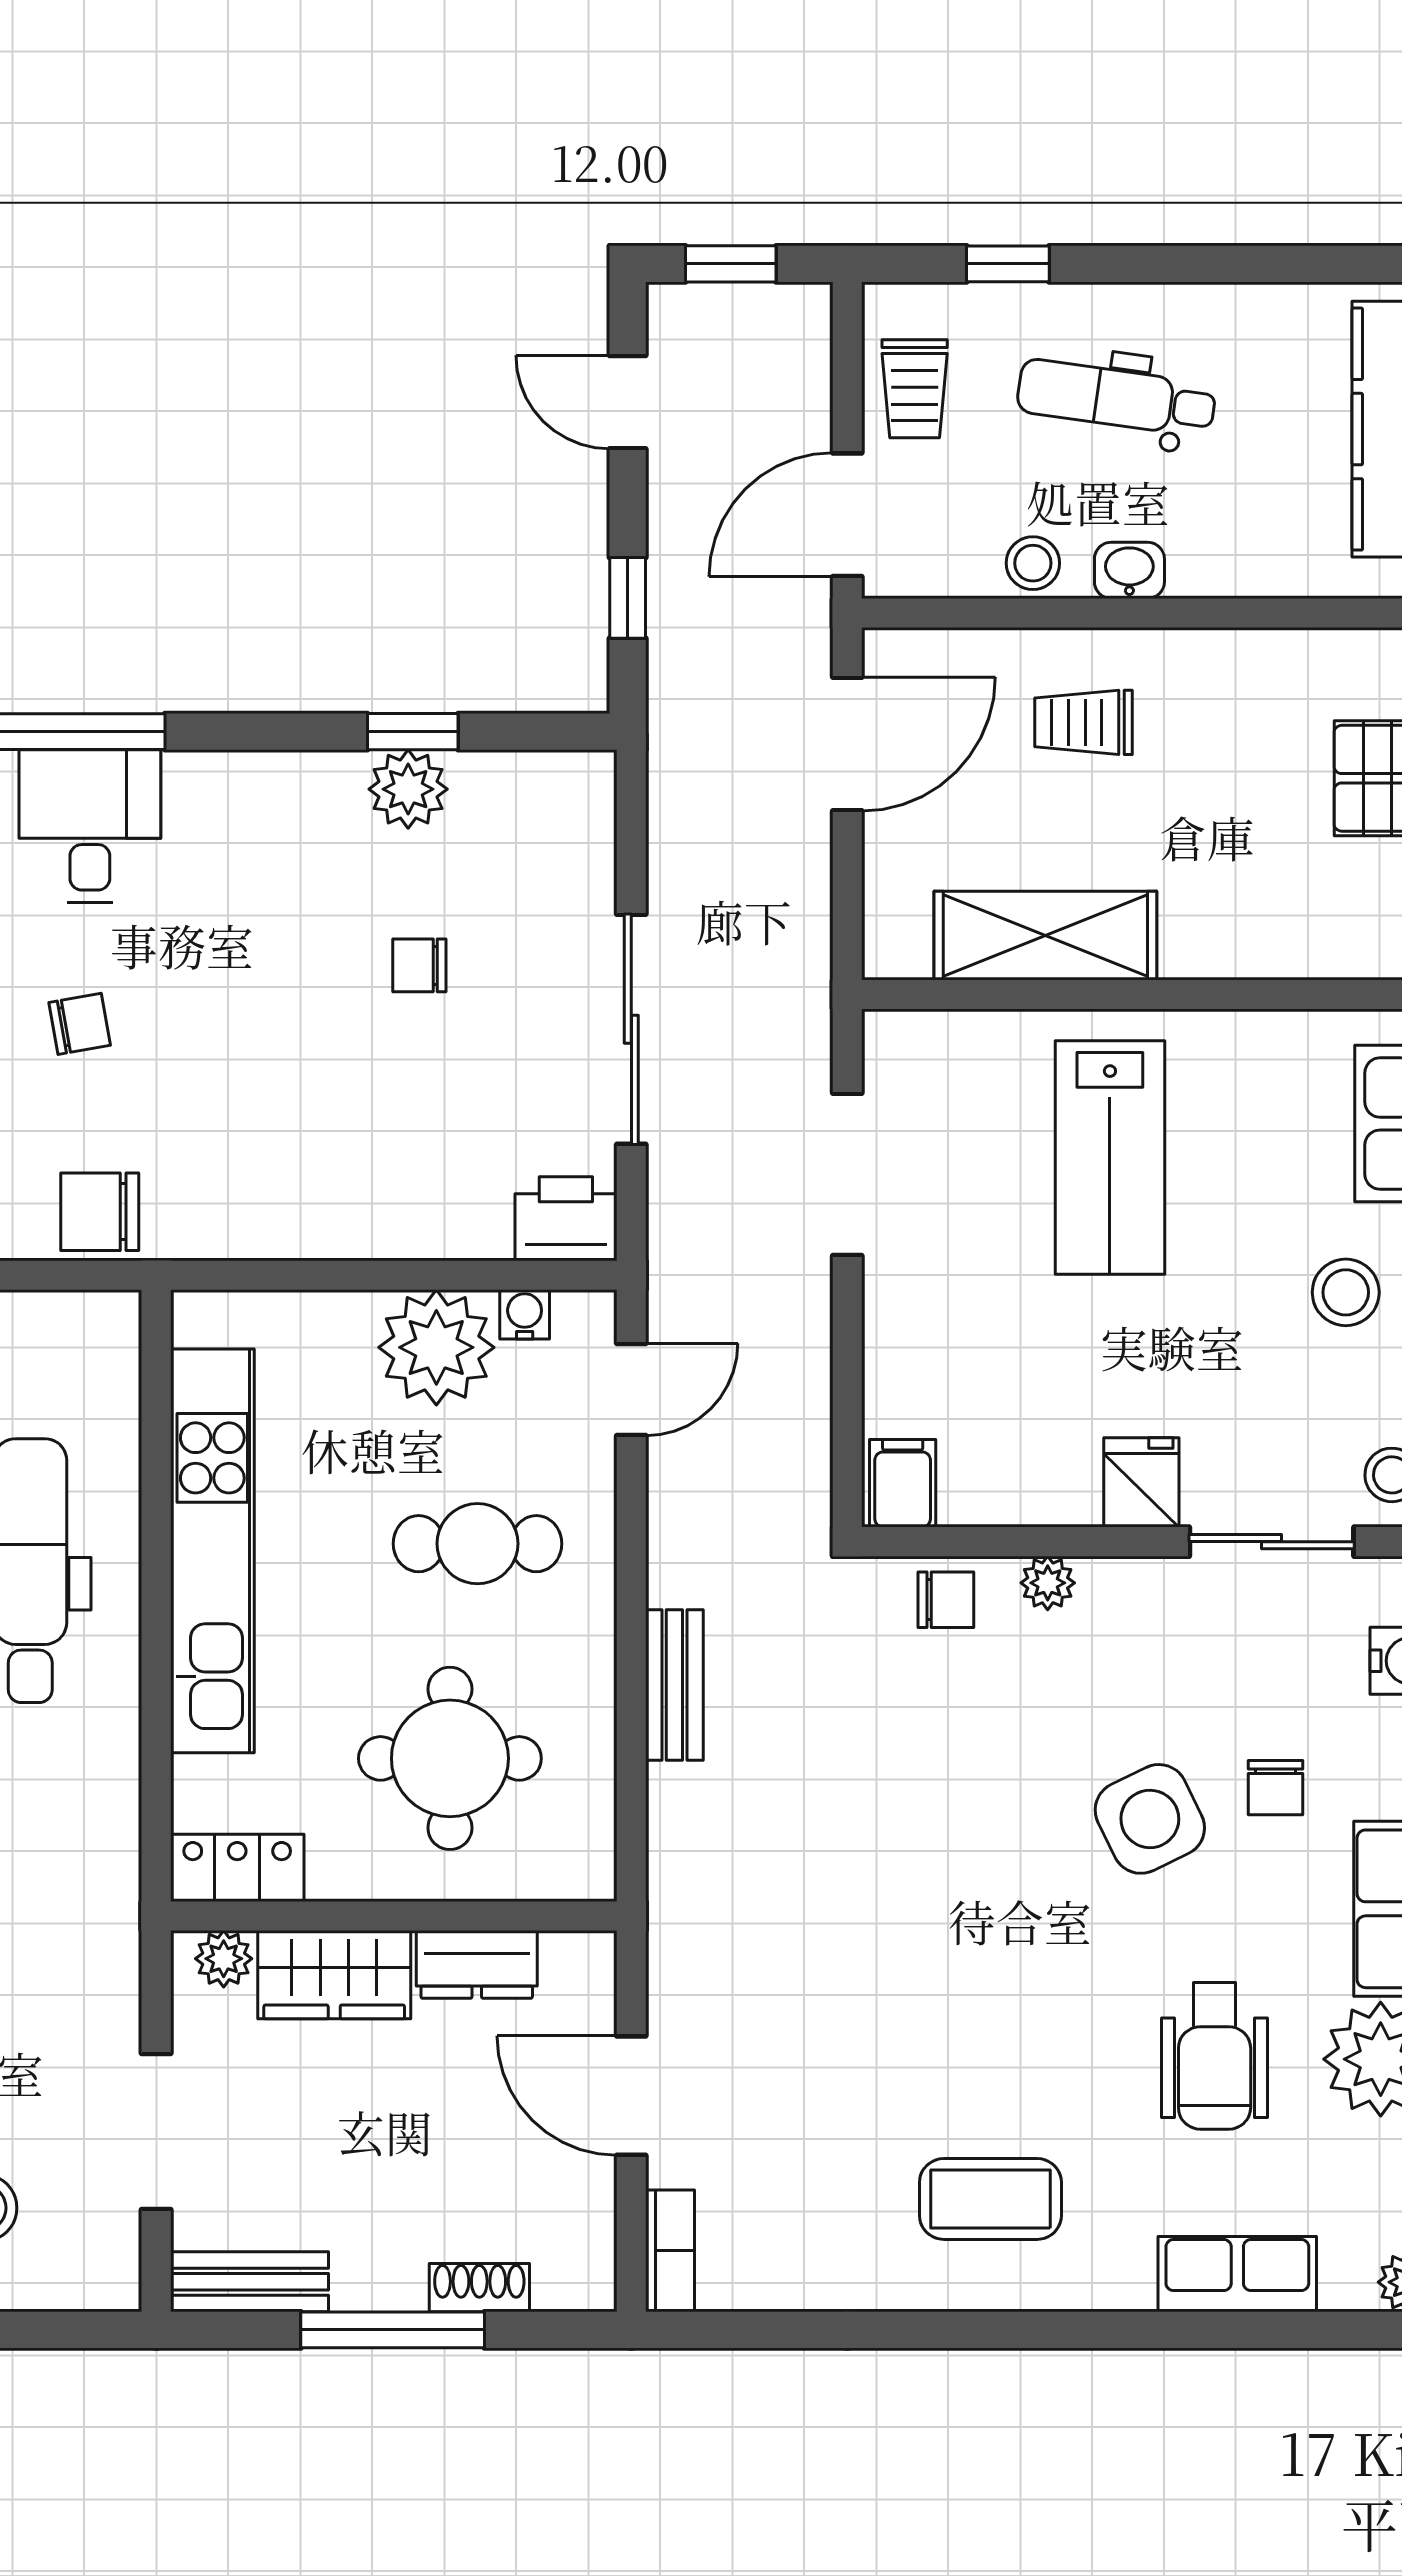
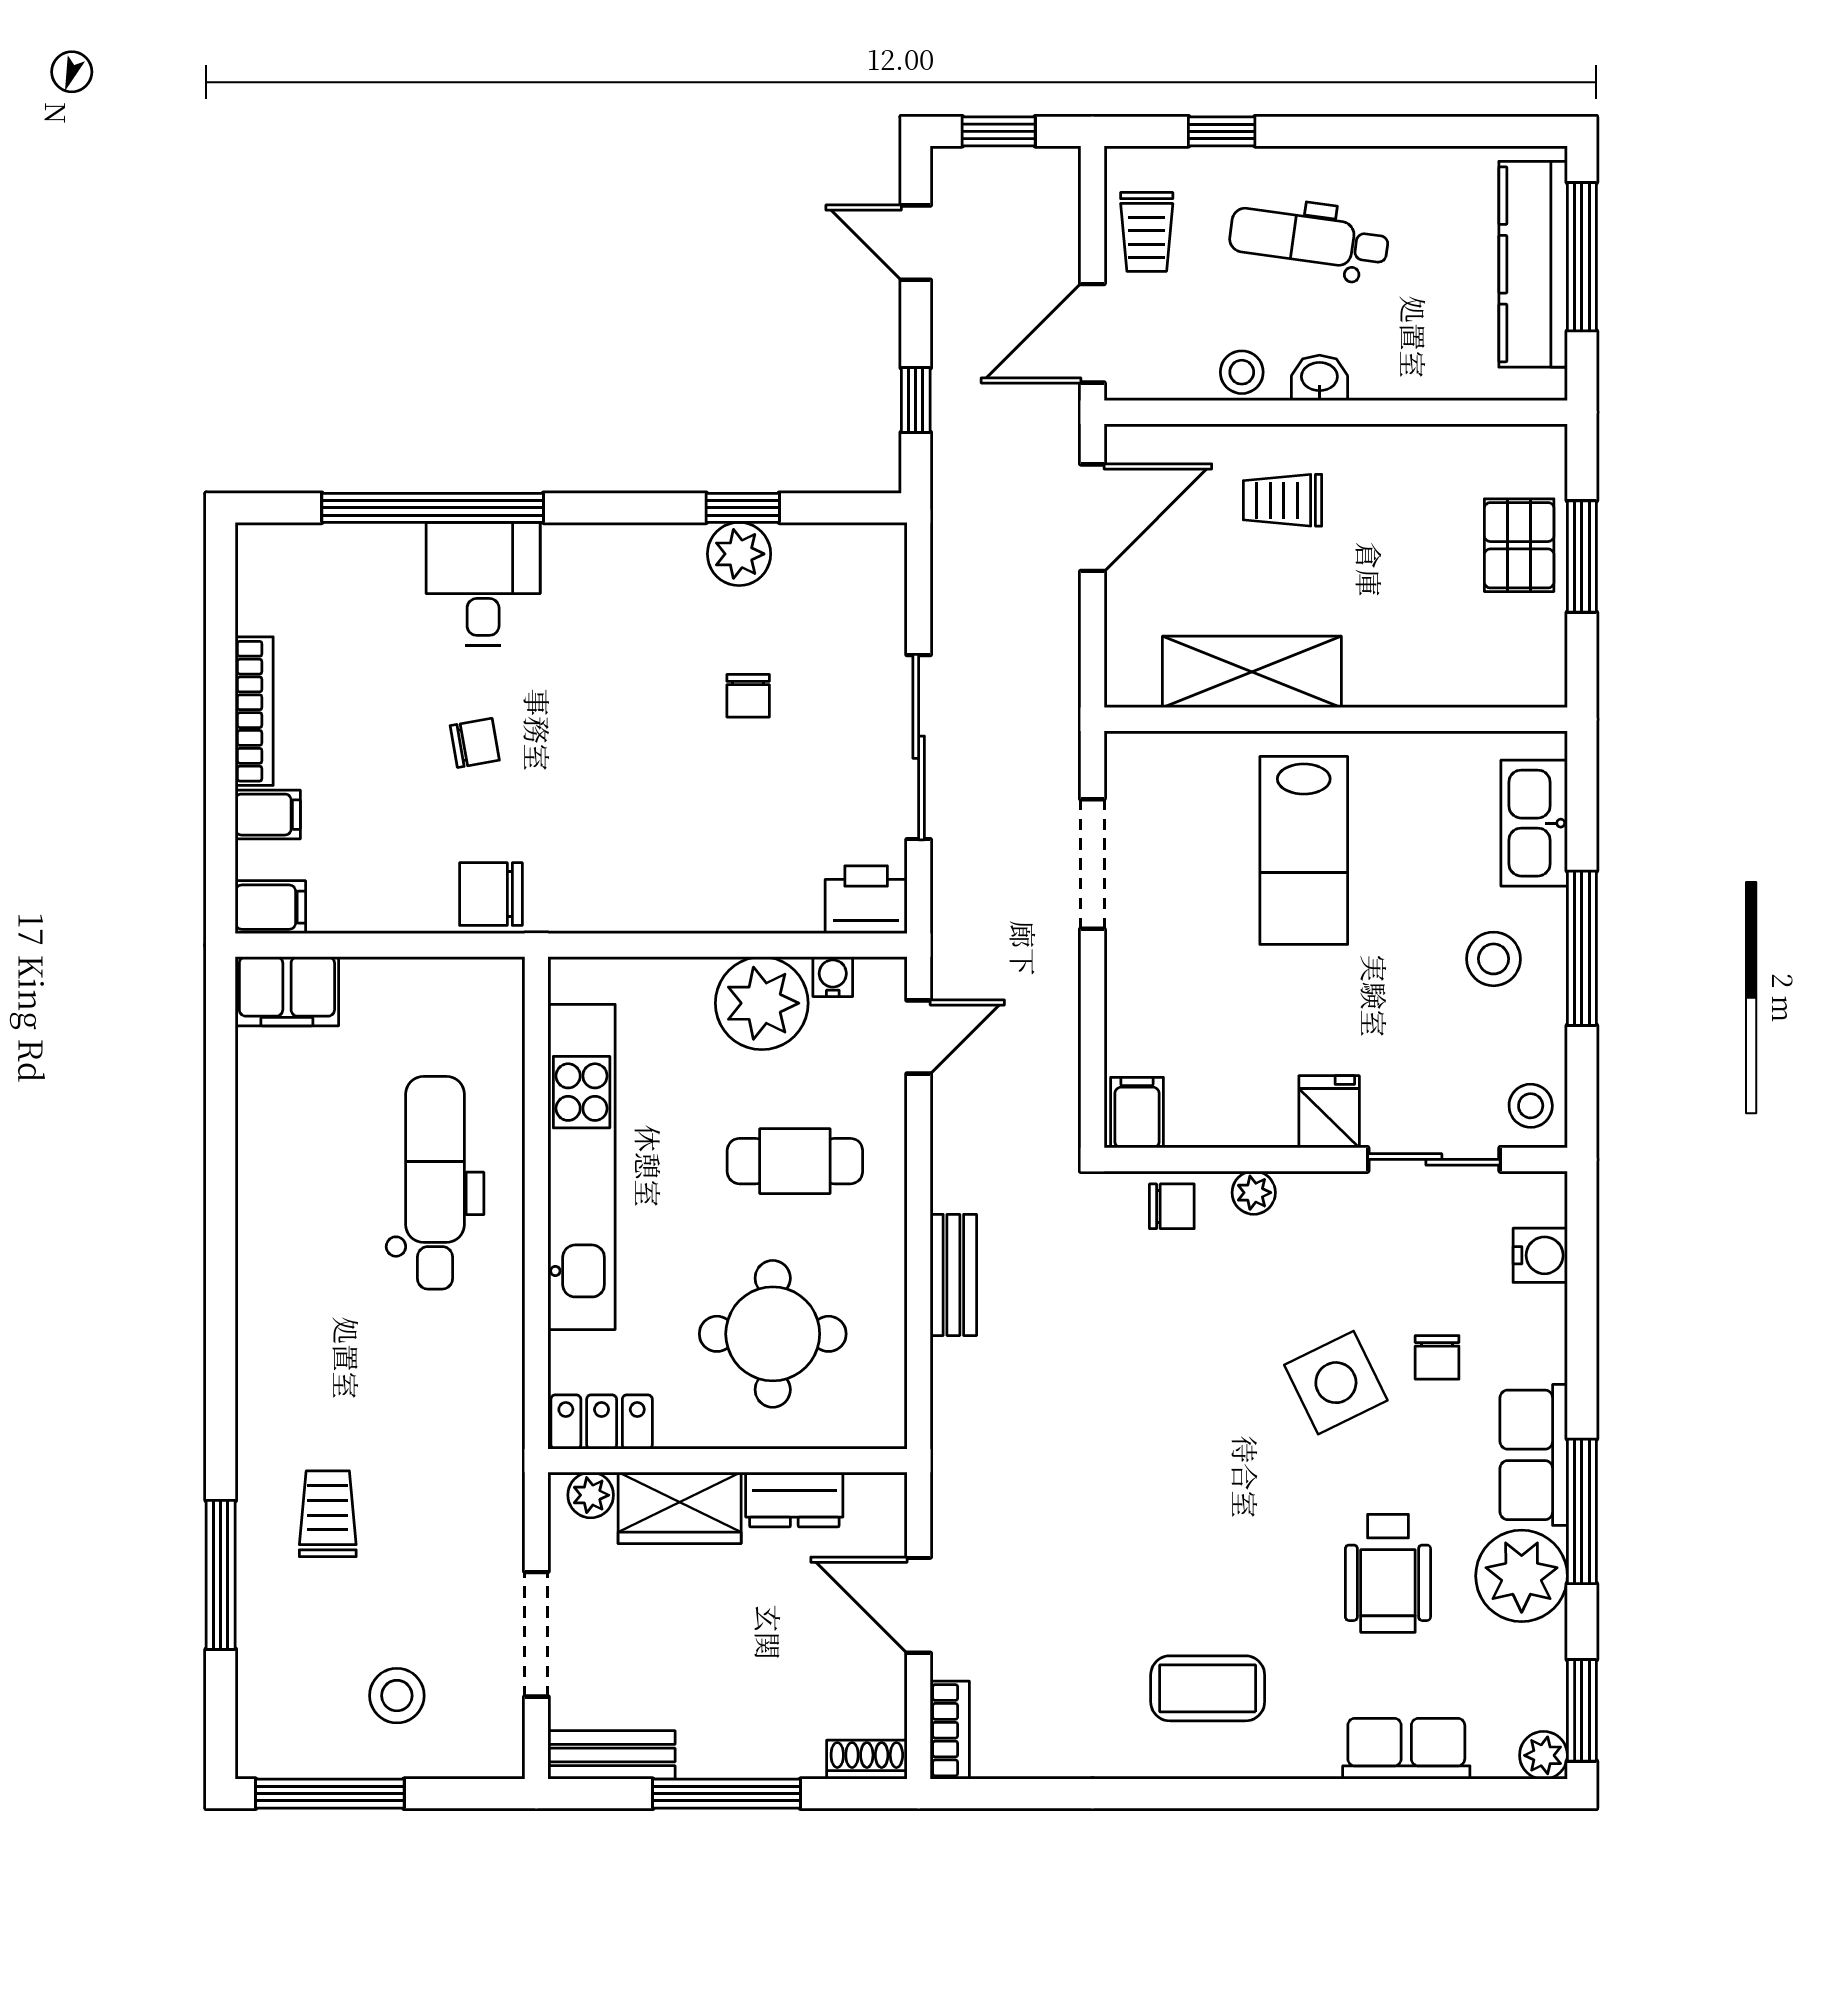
chair: (419, 965) -> (748, 696), turned -90
shoe rack: (479, 2288) -> (867, 1760), moved

